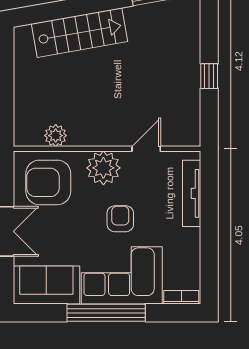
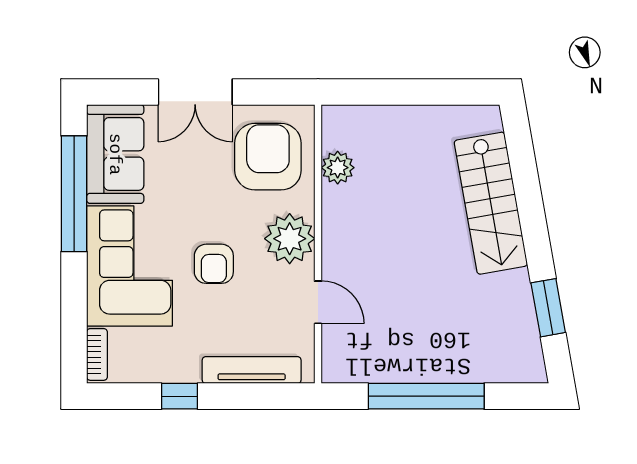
window: (209, 76) -> (426, 396), width x3.17
armchair: (120, 219) -> (214, 264), turned 90
window: (209, 242) -> (179, 396), added
window: (106, 313) -> (74, 194), moved

